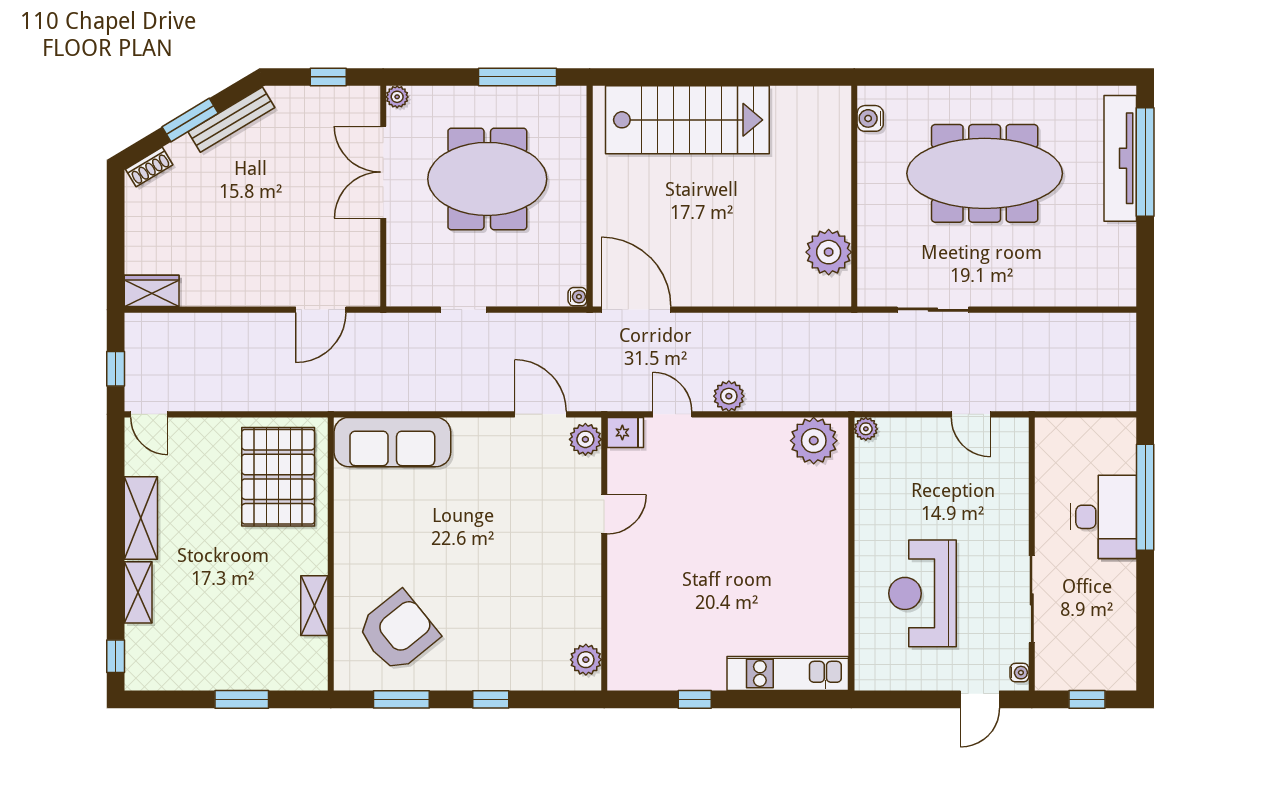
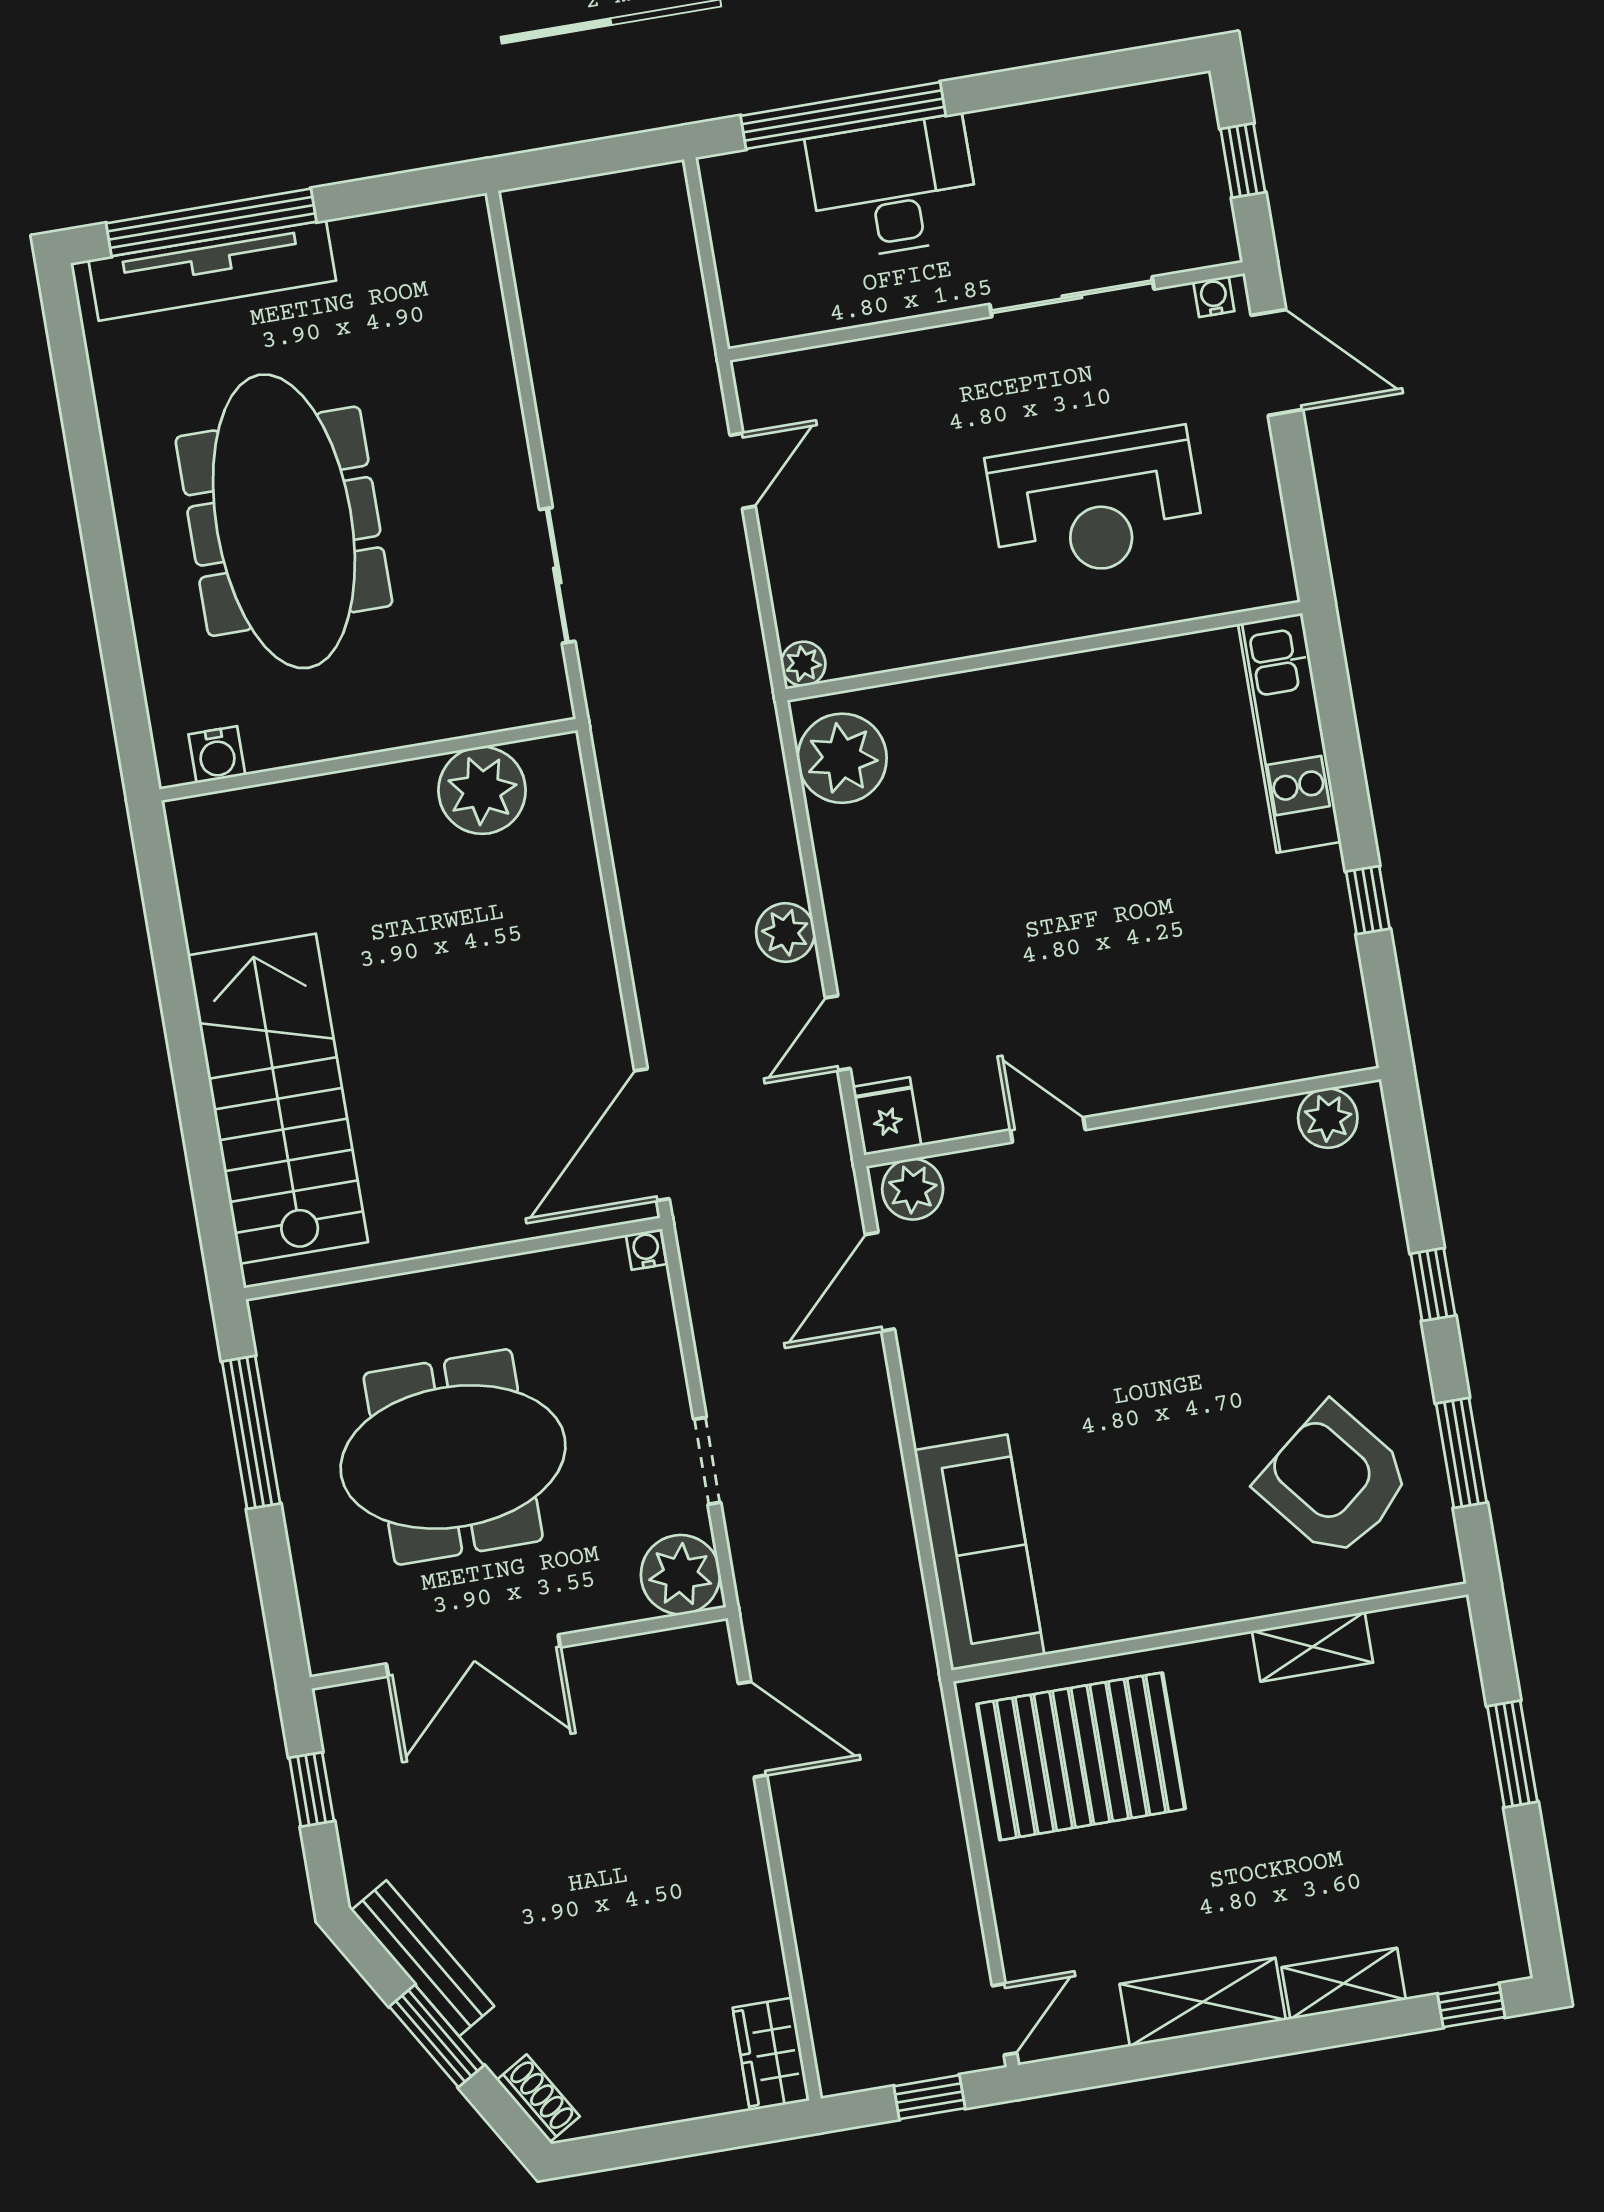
plant: (397, 97) -> (680, 1575), moved, width x1.87, depth x1.87
meeting table: (487, 179) -> (453, 1457), turned 90
door: (980, 699) -> (1277, 362), width x1.38

